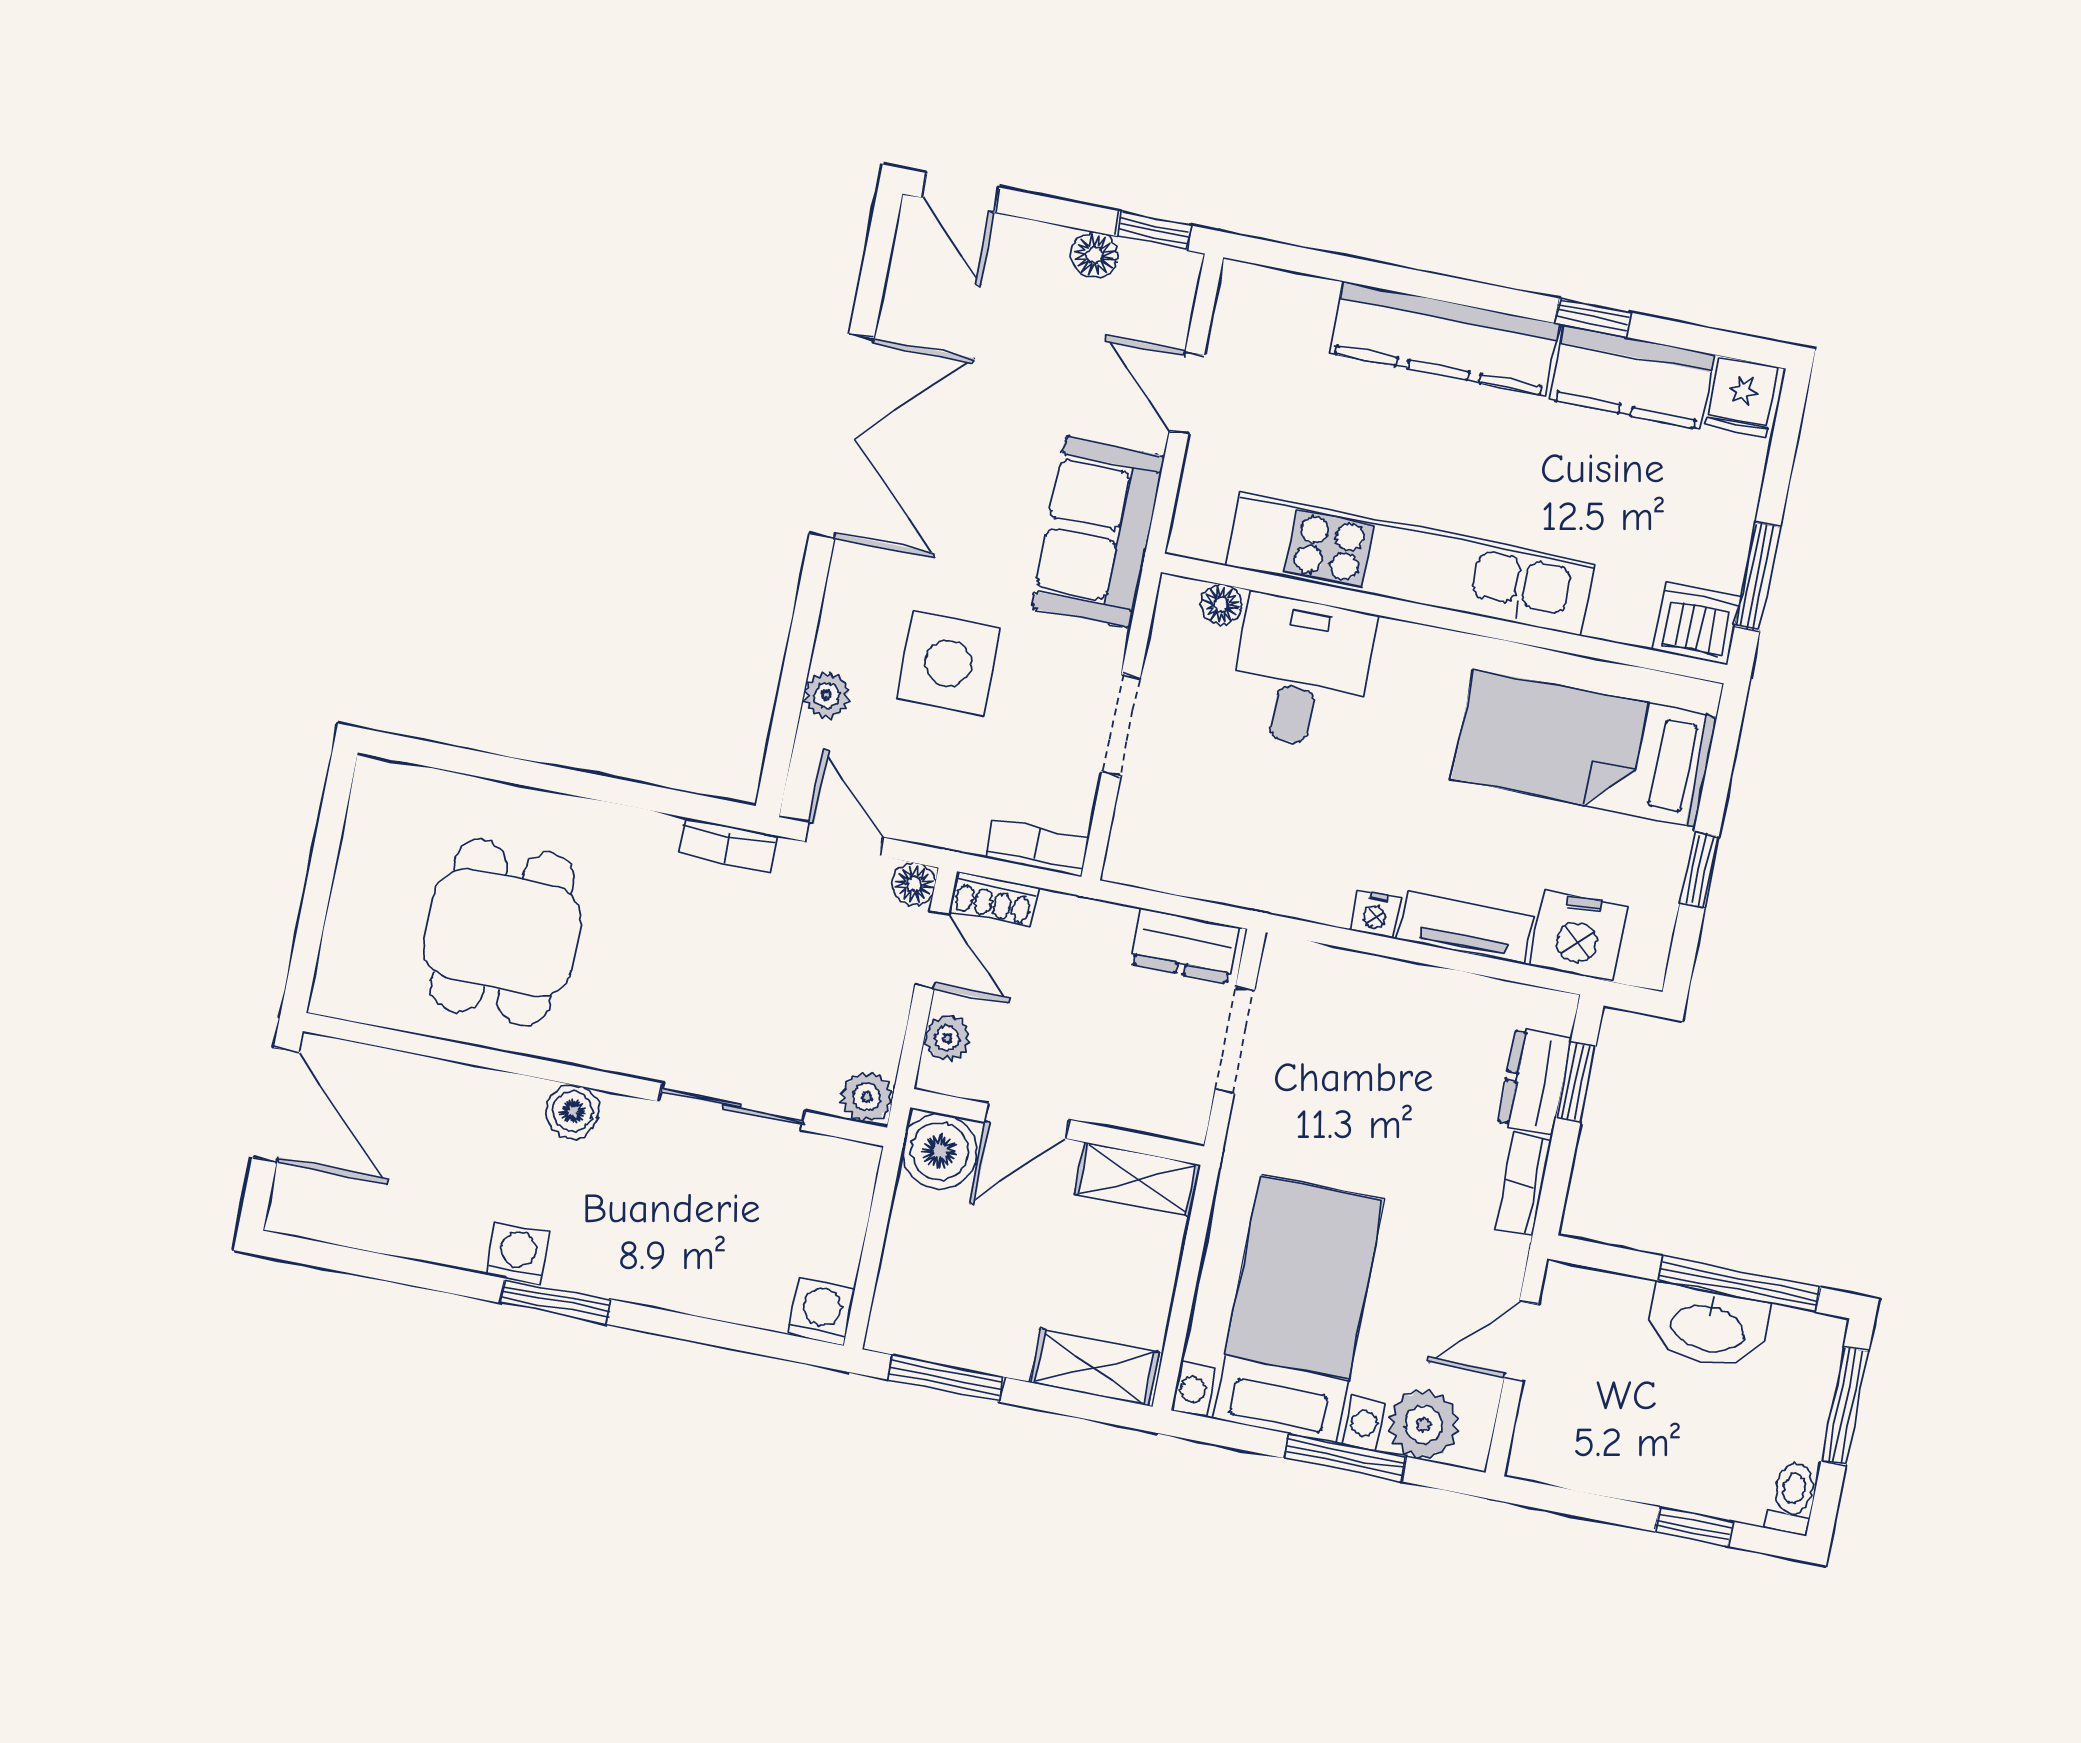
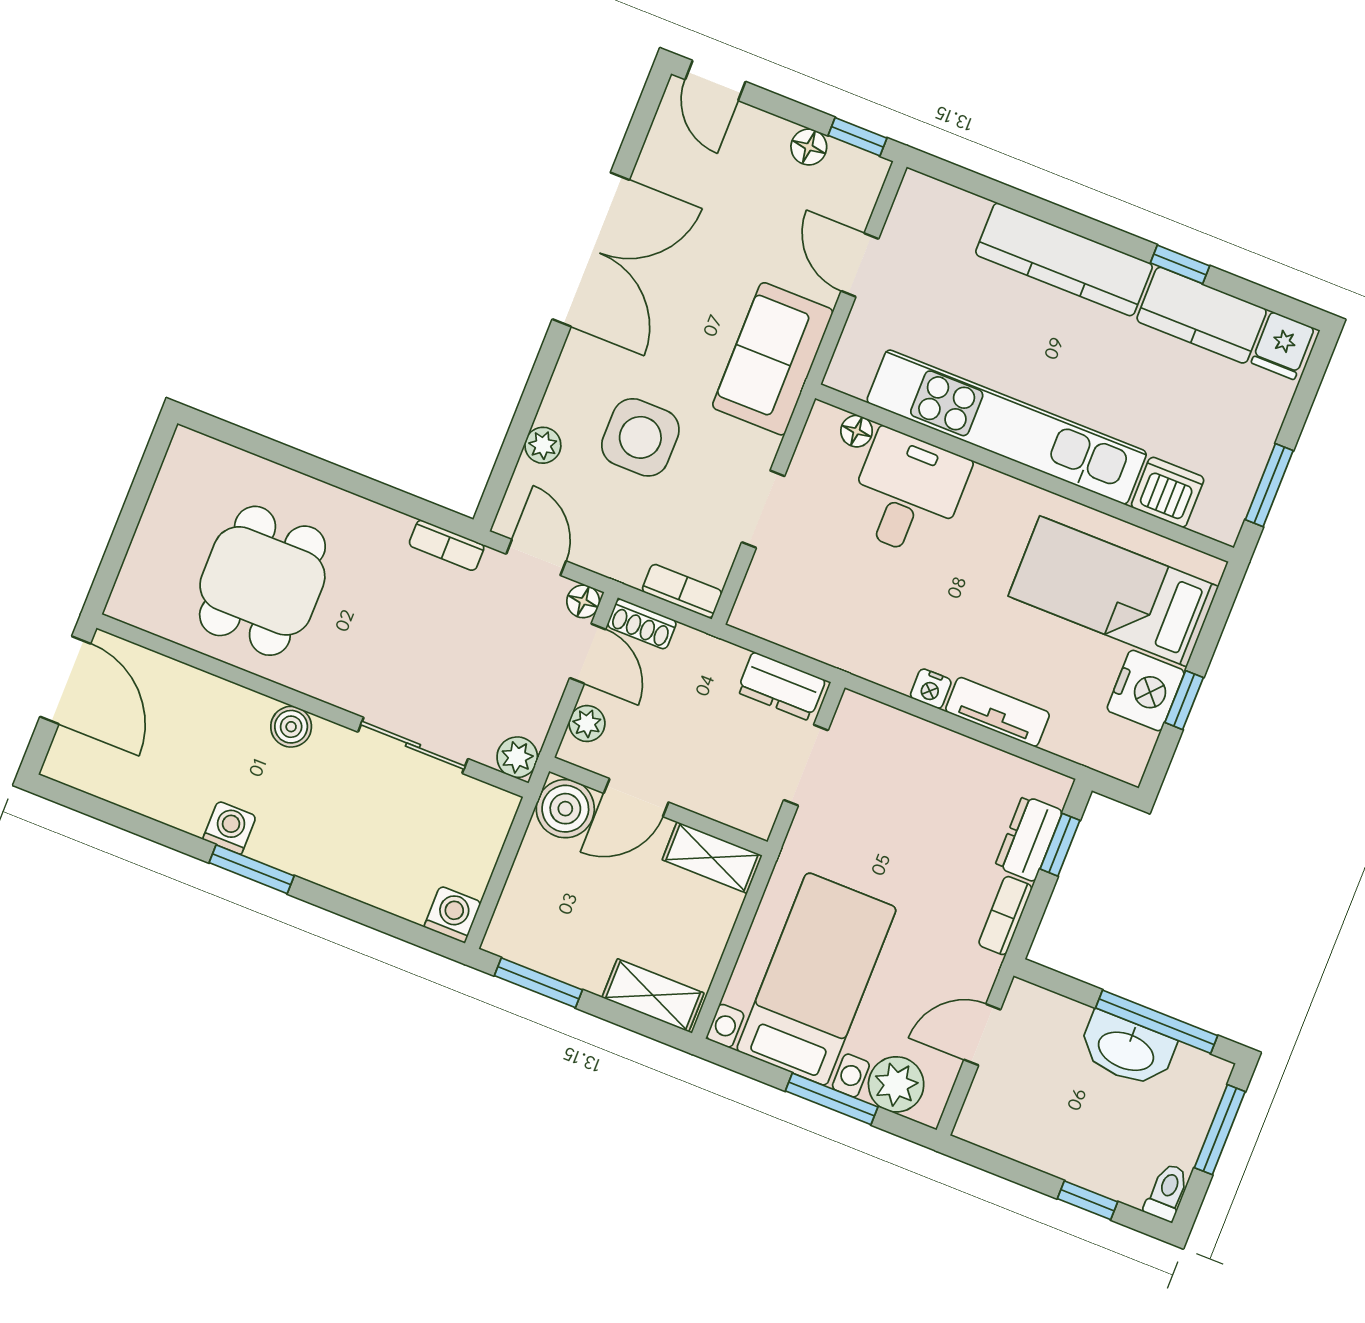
dishwasher: (1697, 623) -> (1168, 492), moved
nightstand: (1578, 936) -> (1146, 690), moved, turned -90

